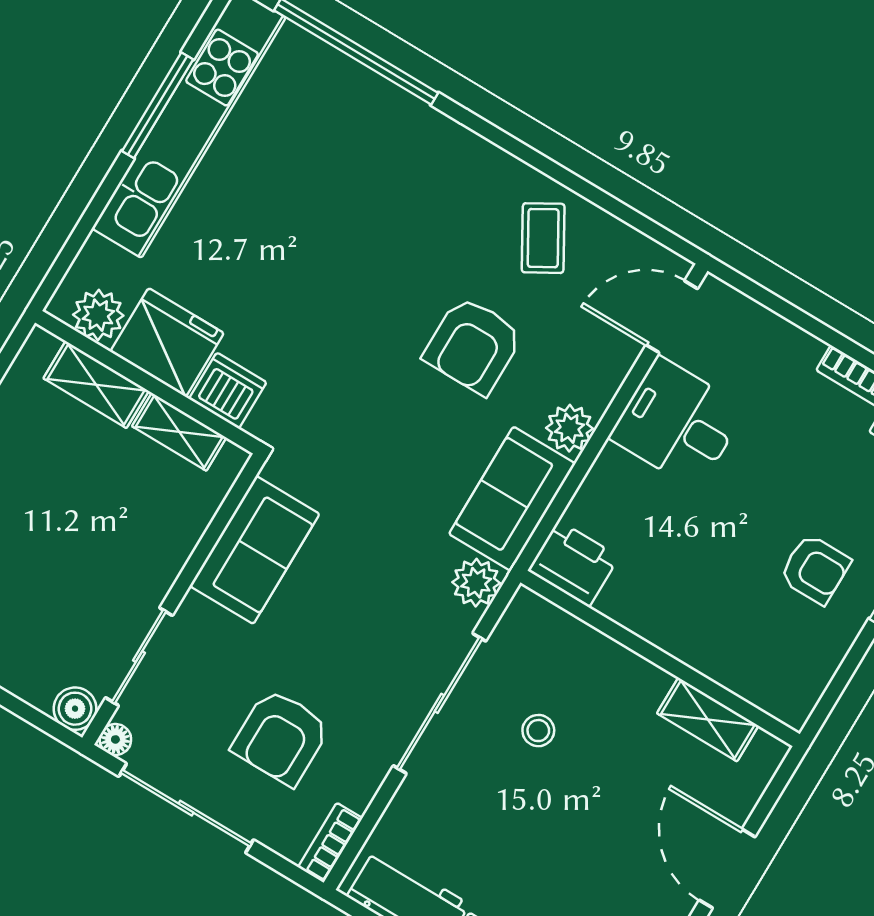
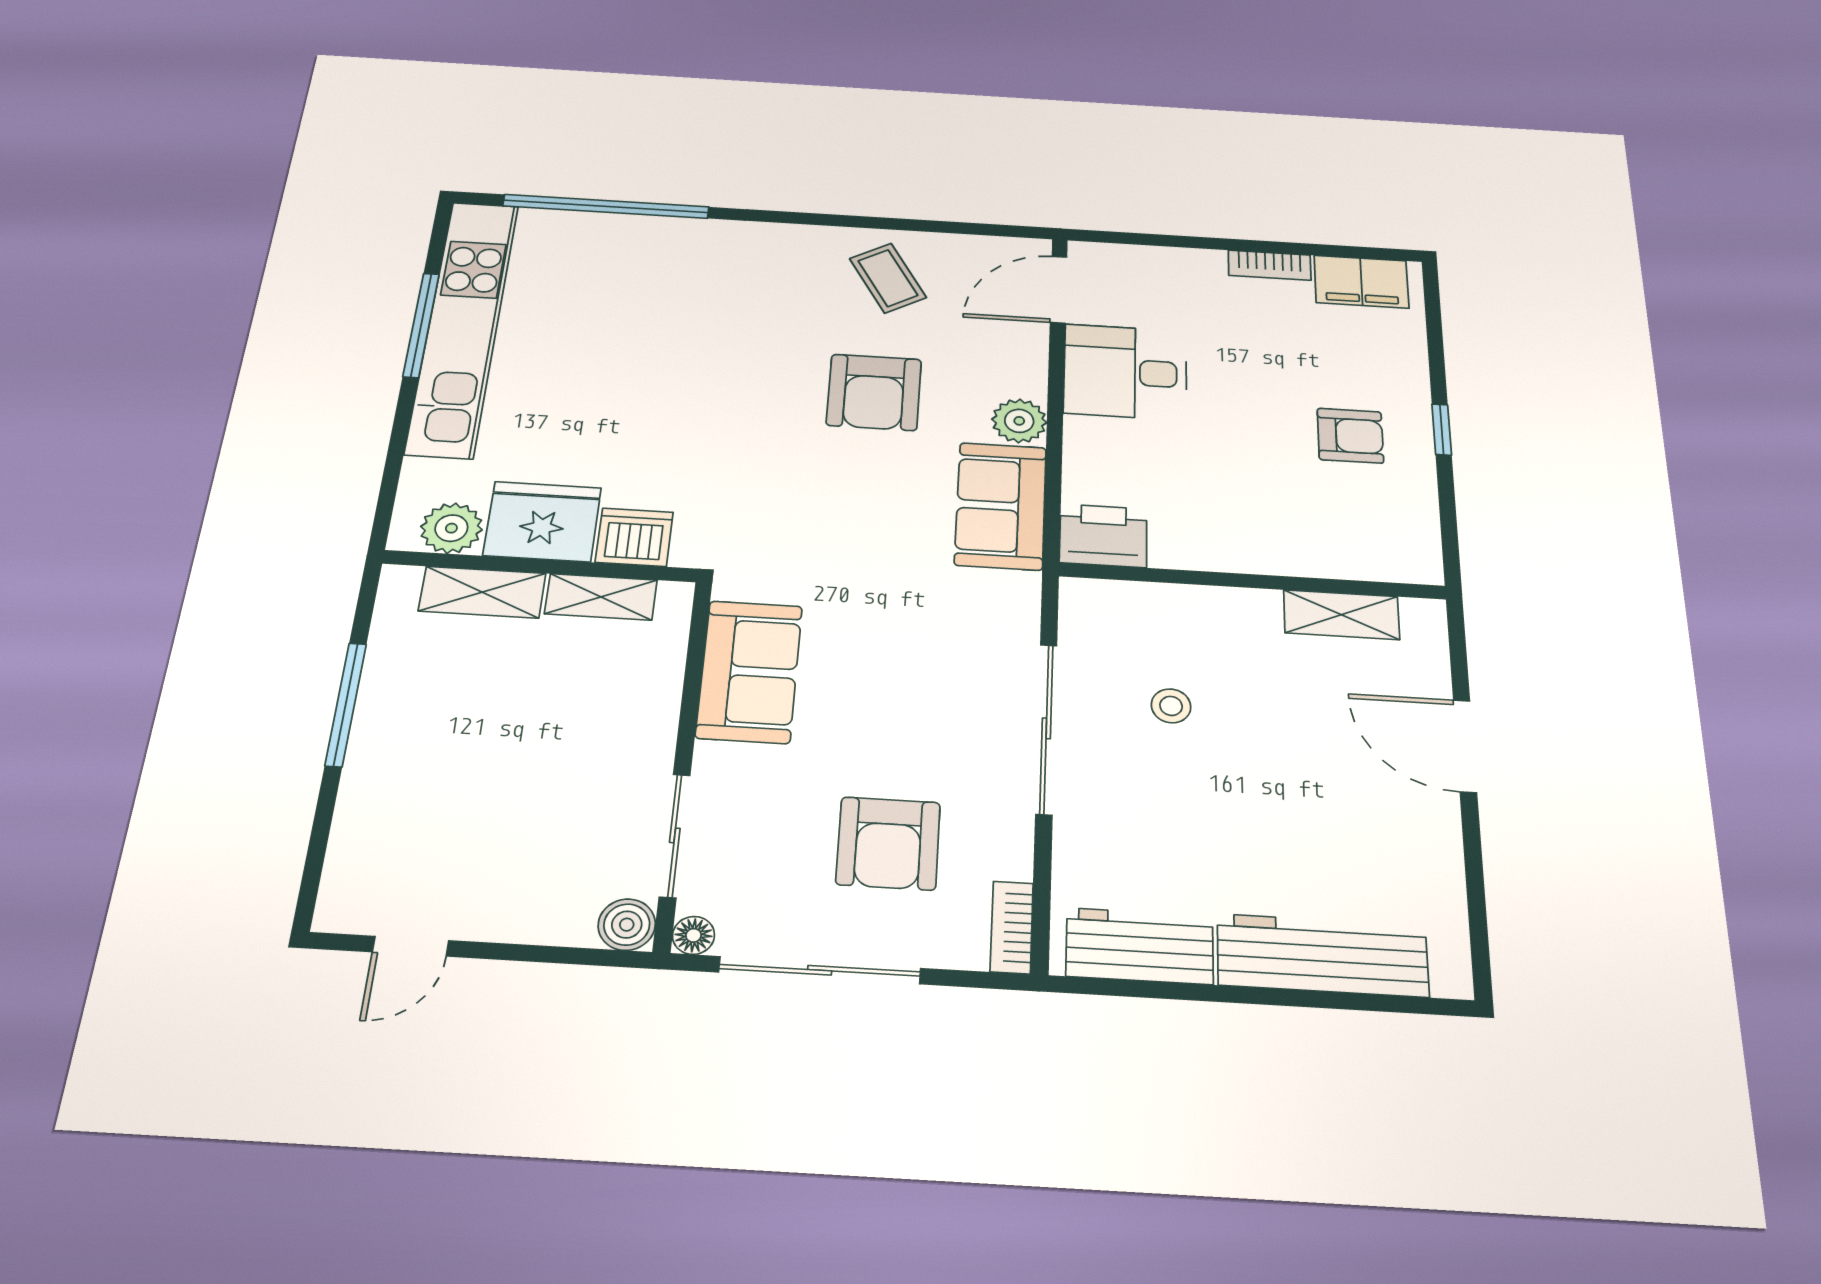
plant: (476, 583) -> (1012, 597), removed

